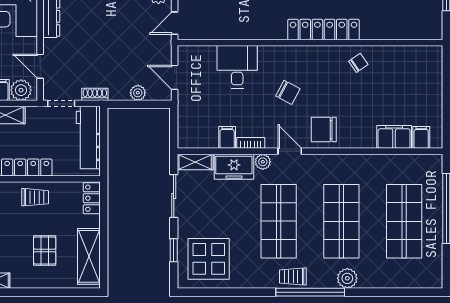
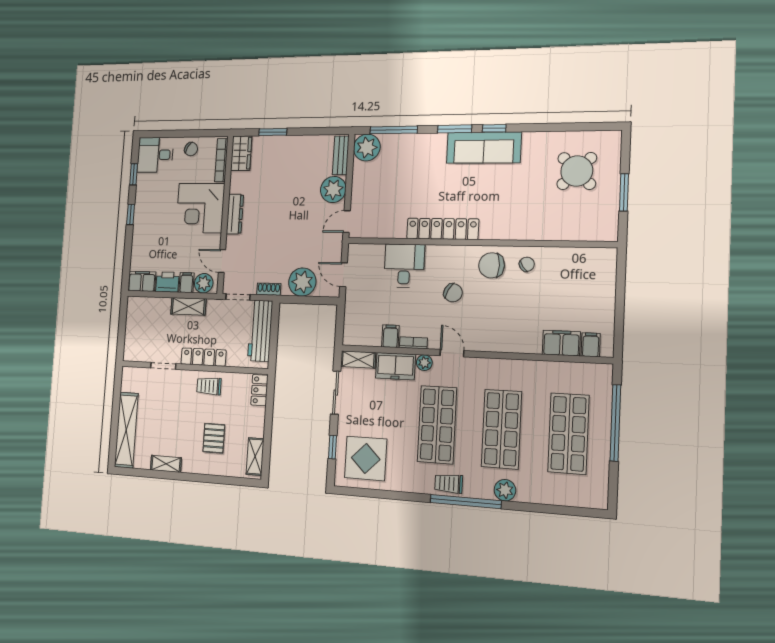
locker: (323, 29) -> (443, 229), moved
plant: (138, 93) -> (302, 282), width x1.87, depth x1.87
chair: (324, 130) -> (492, 265), moved
trolley: (35, 197) -> (209, 386), turned 180
shelving: (89, 256) -> (255, 457), width x0.67, depth x0.75

